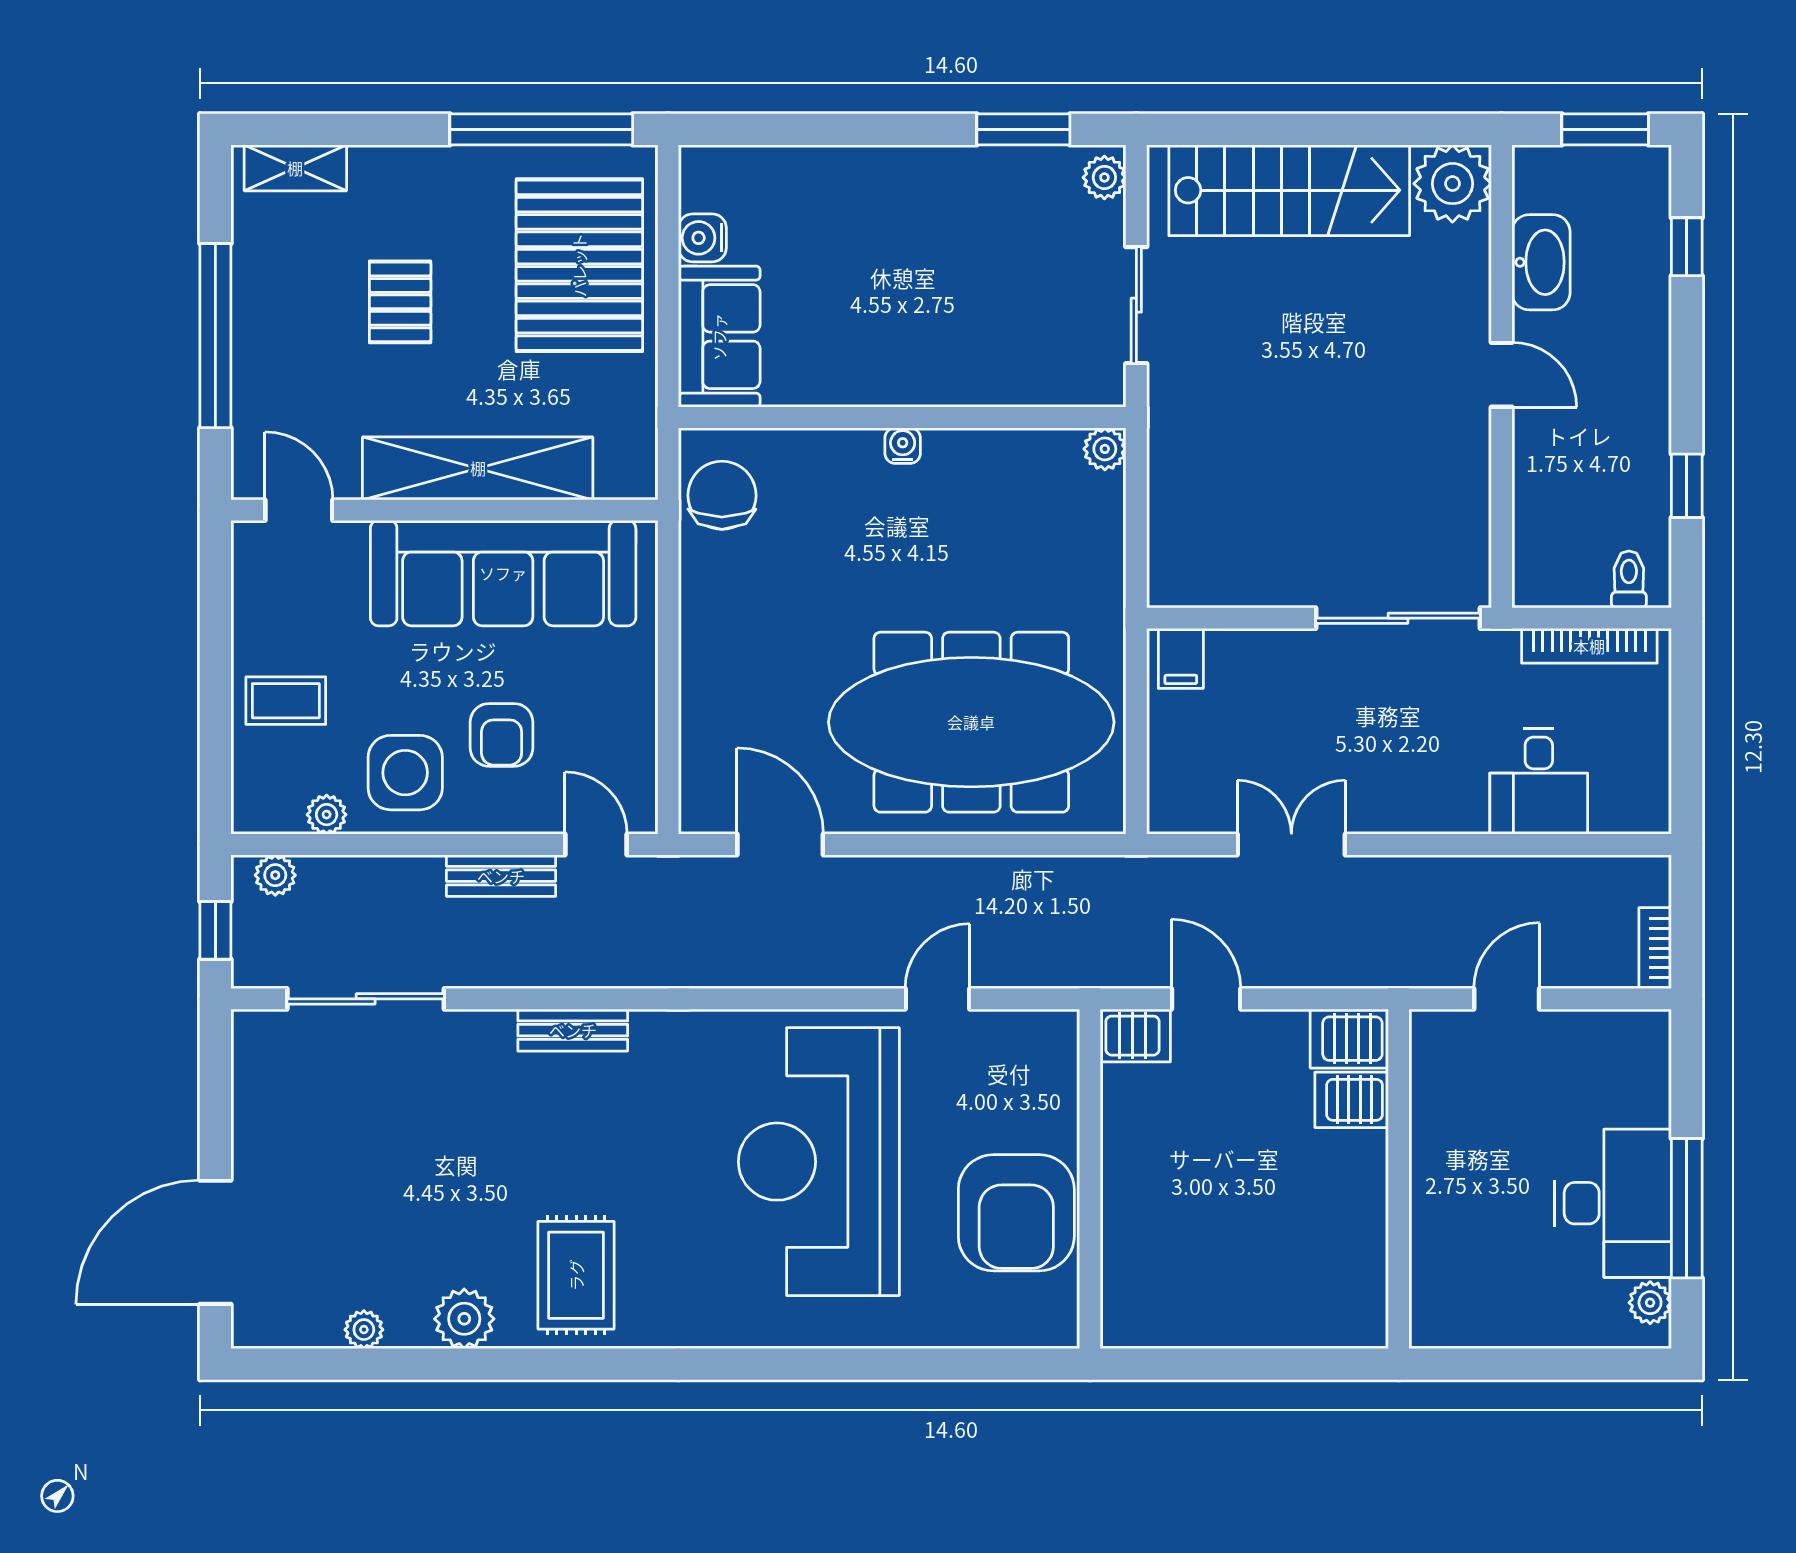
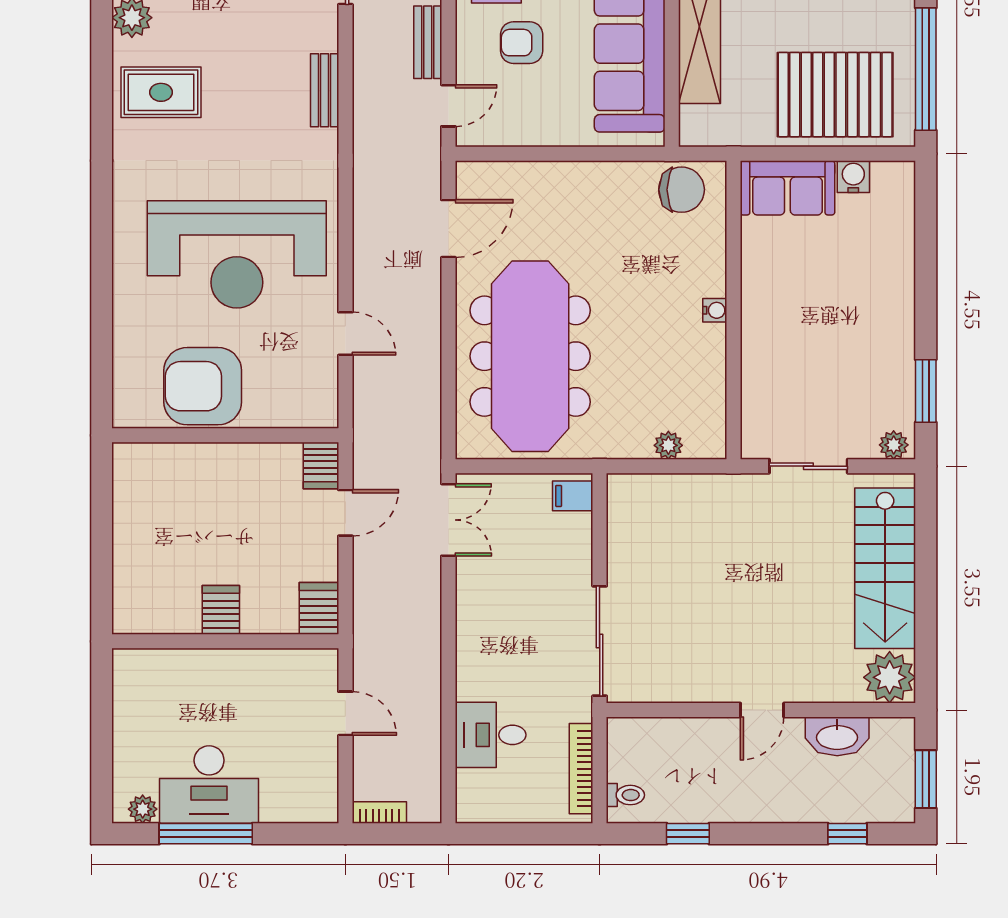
plant: (1105, 449) -> (668, 445), moved
double door: (1291, 845) -> (448, 520), moved
server rack: (1352, 1100) -> (221, 610), moved
reception desk: (819, 1162) -> (237, 254), turned 180

